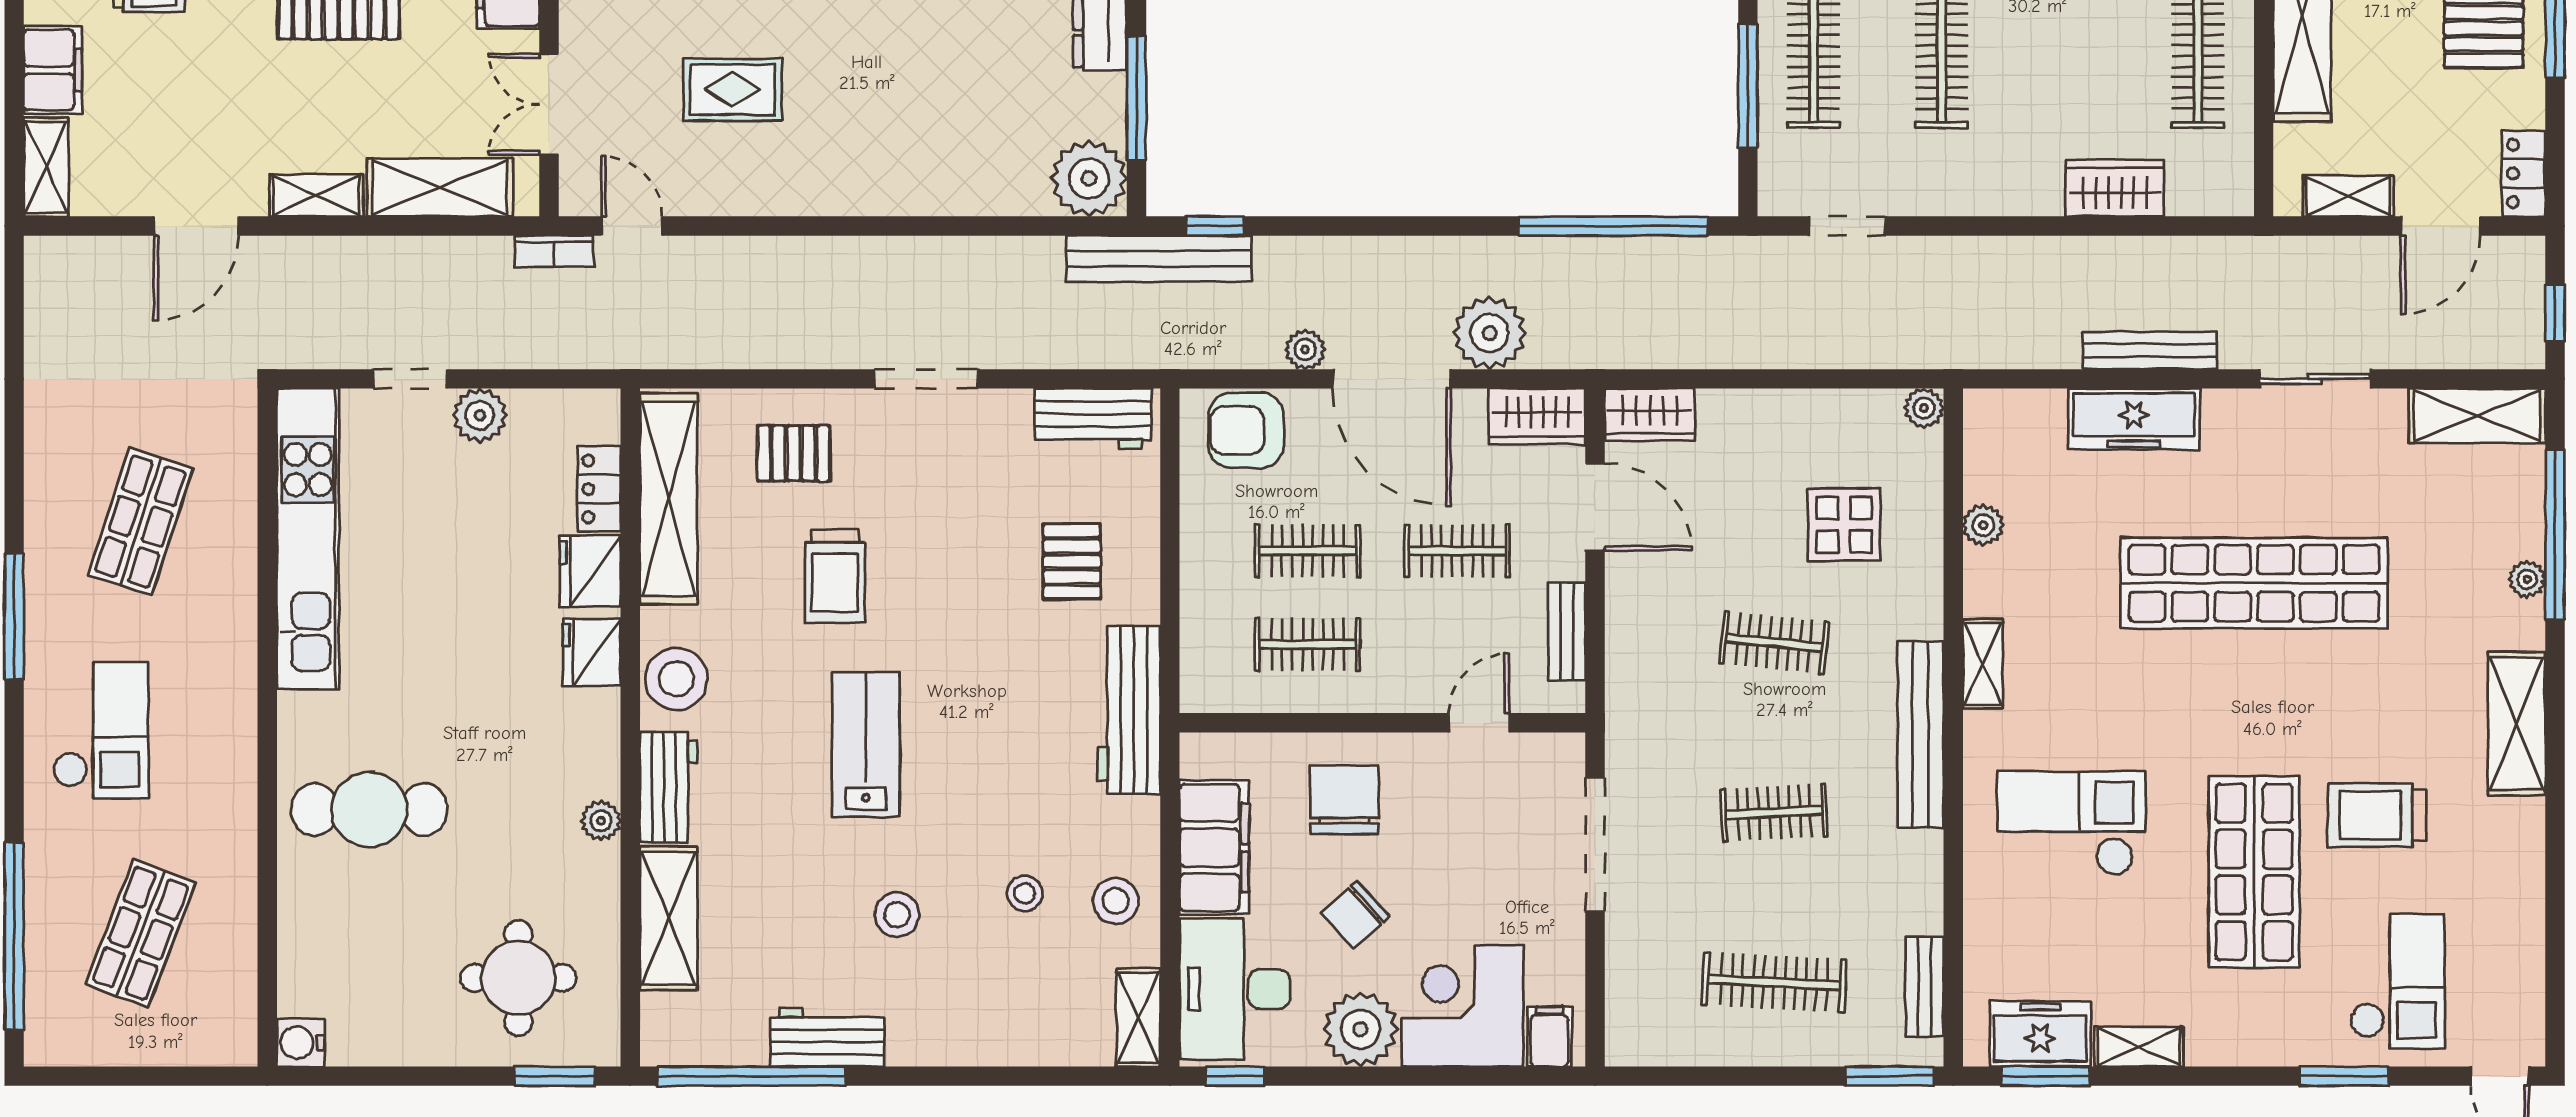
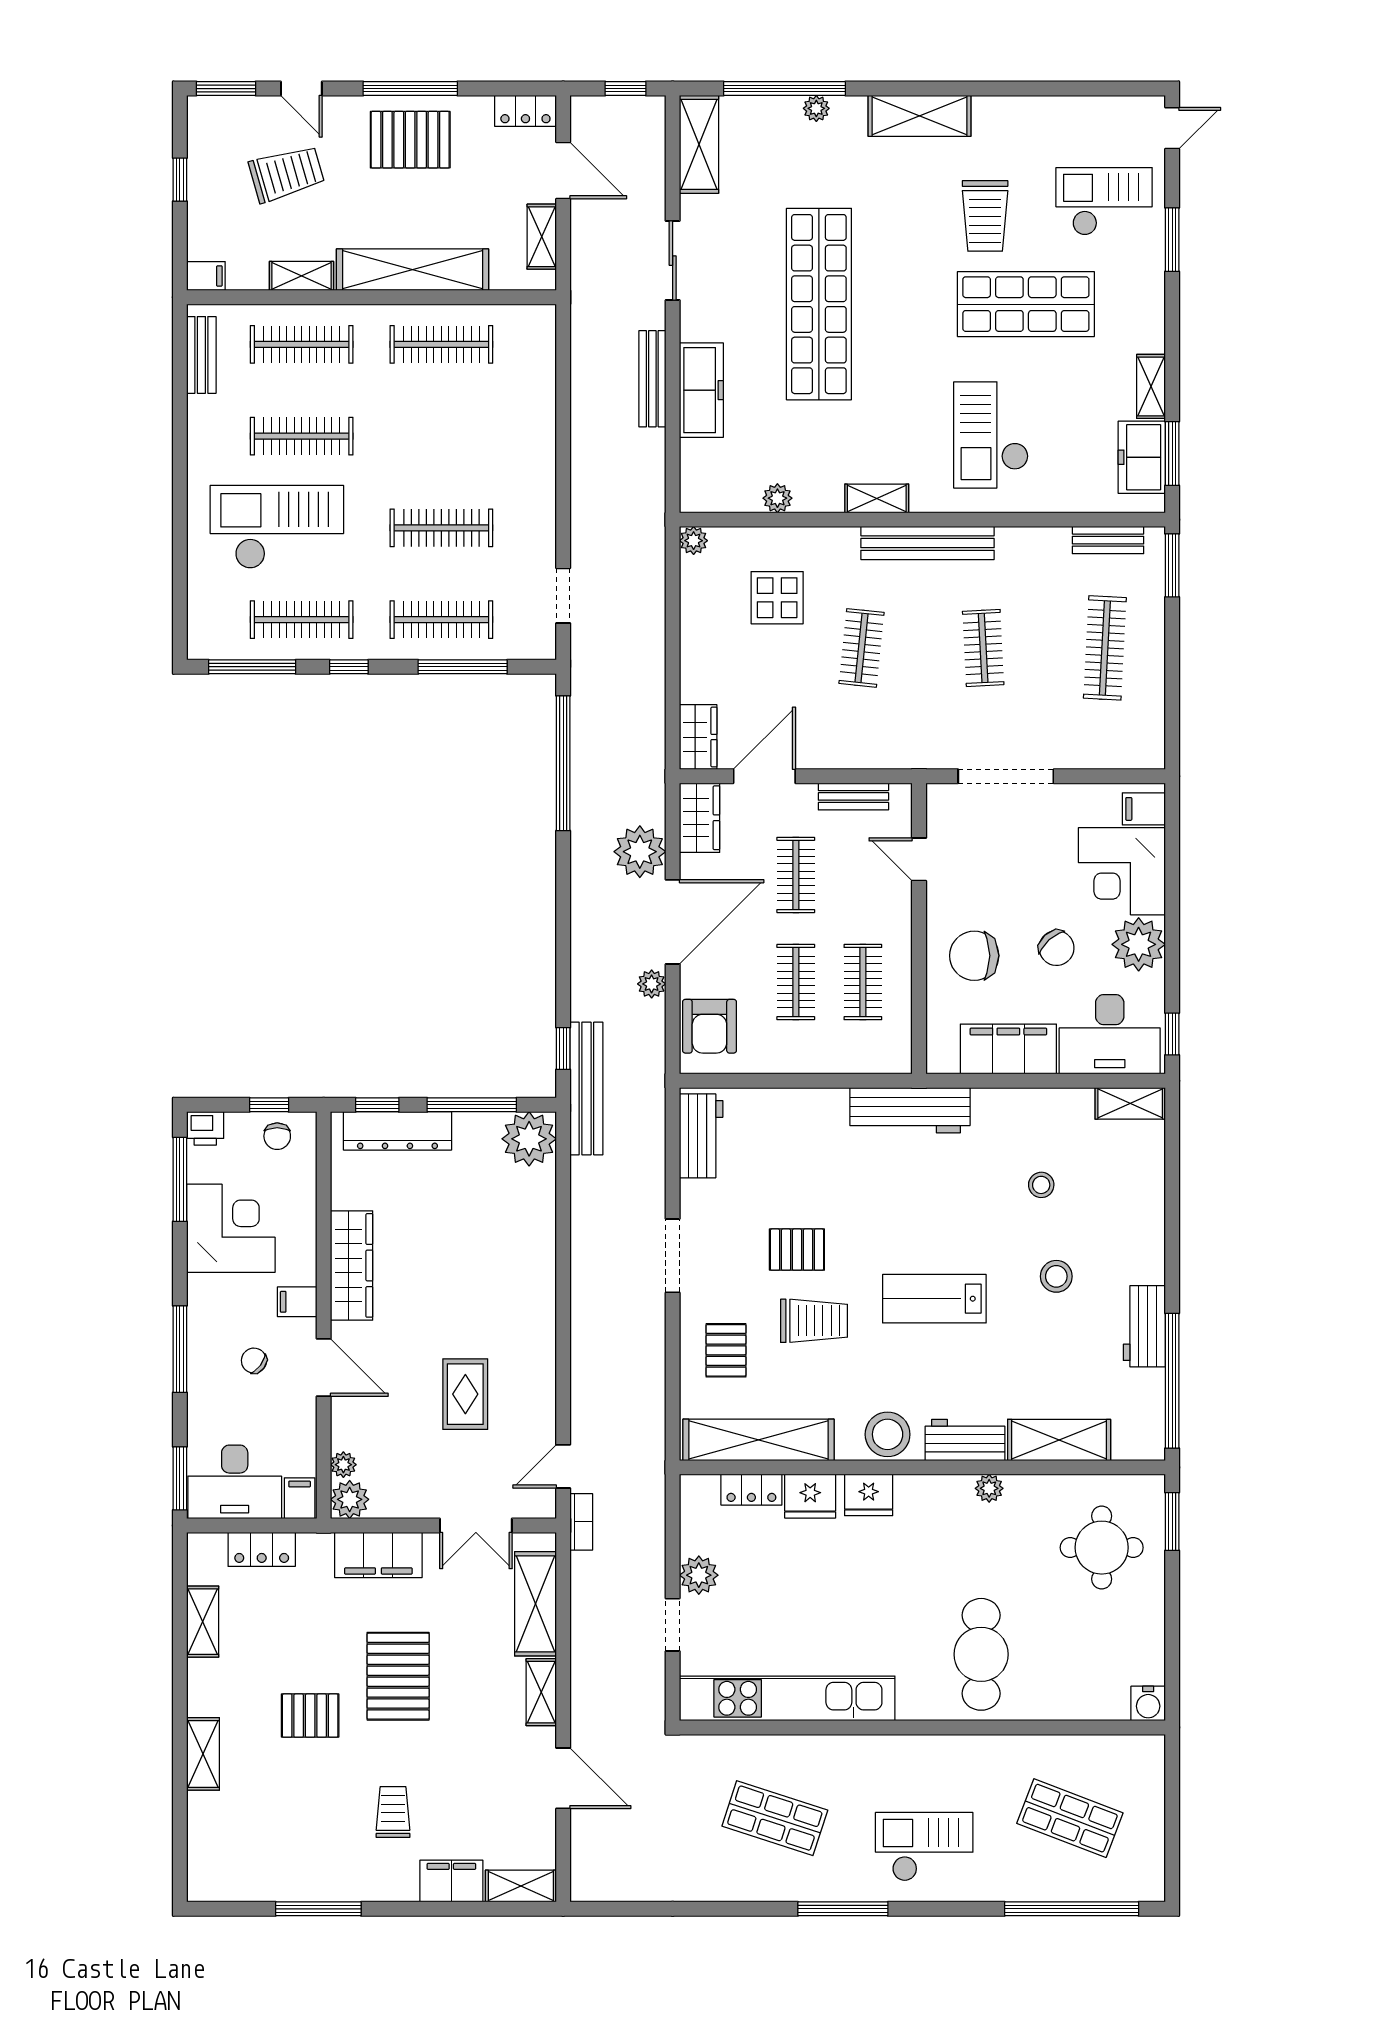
wardrobe: (2115, 188) -> (536, 404), removed
pallet: (1072, 561) -> (797, 1250), moved
stool: (1116, 901) -> (1047, 1120), removed

